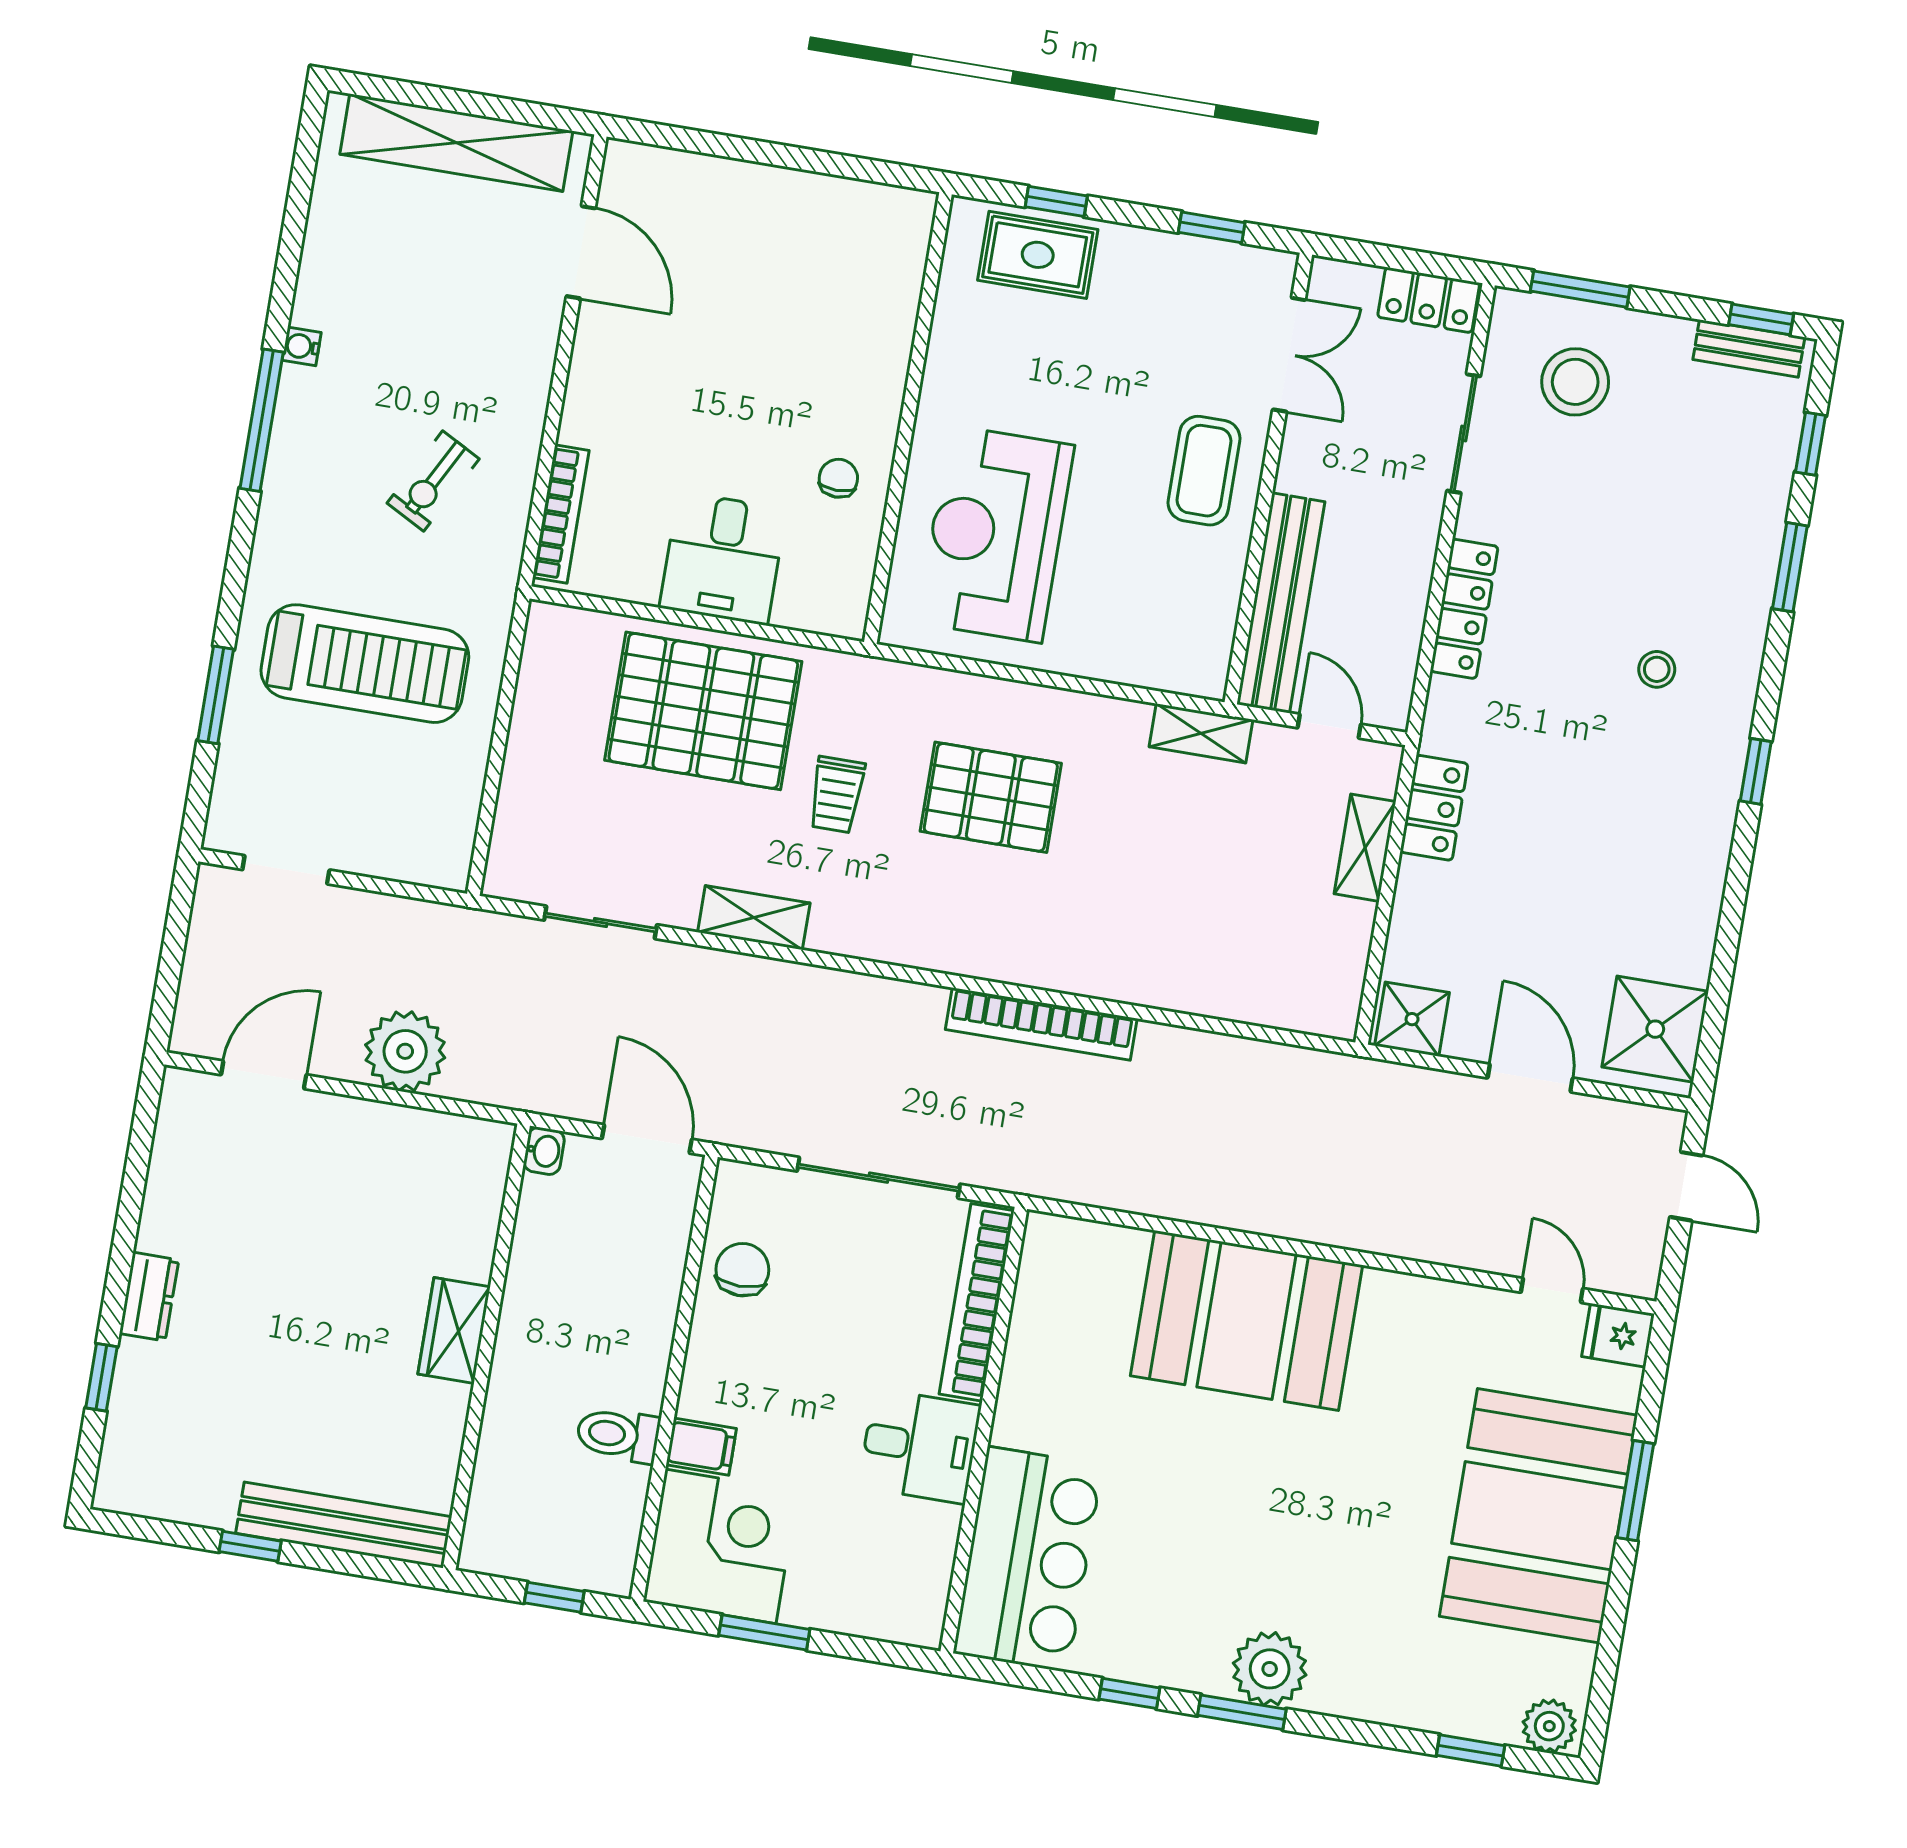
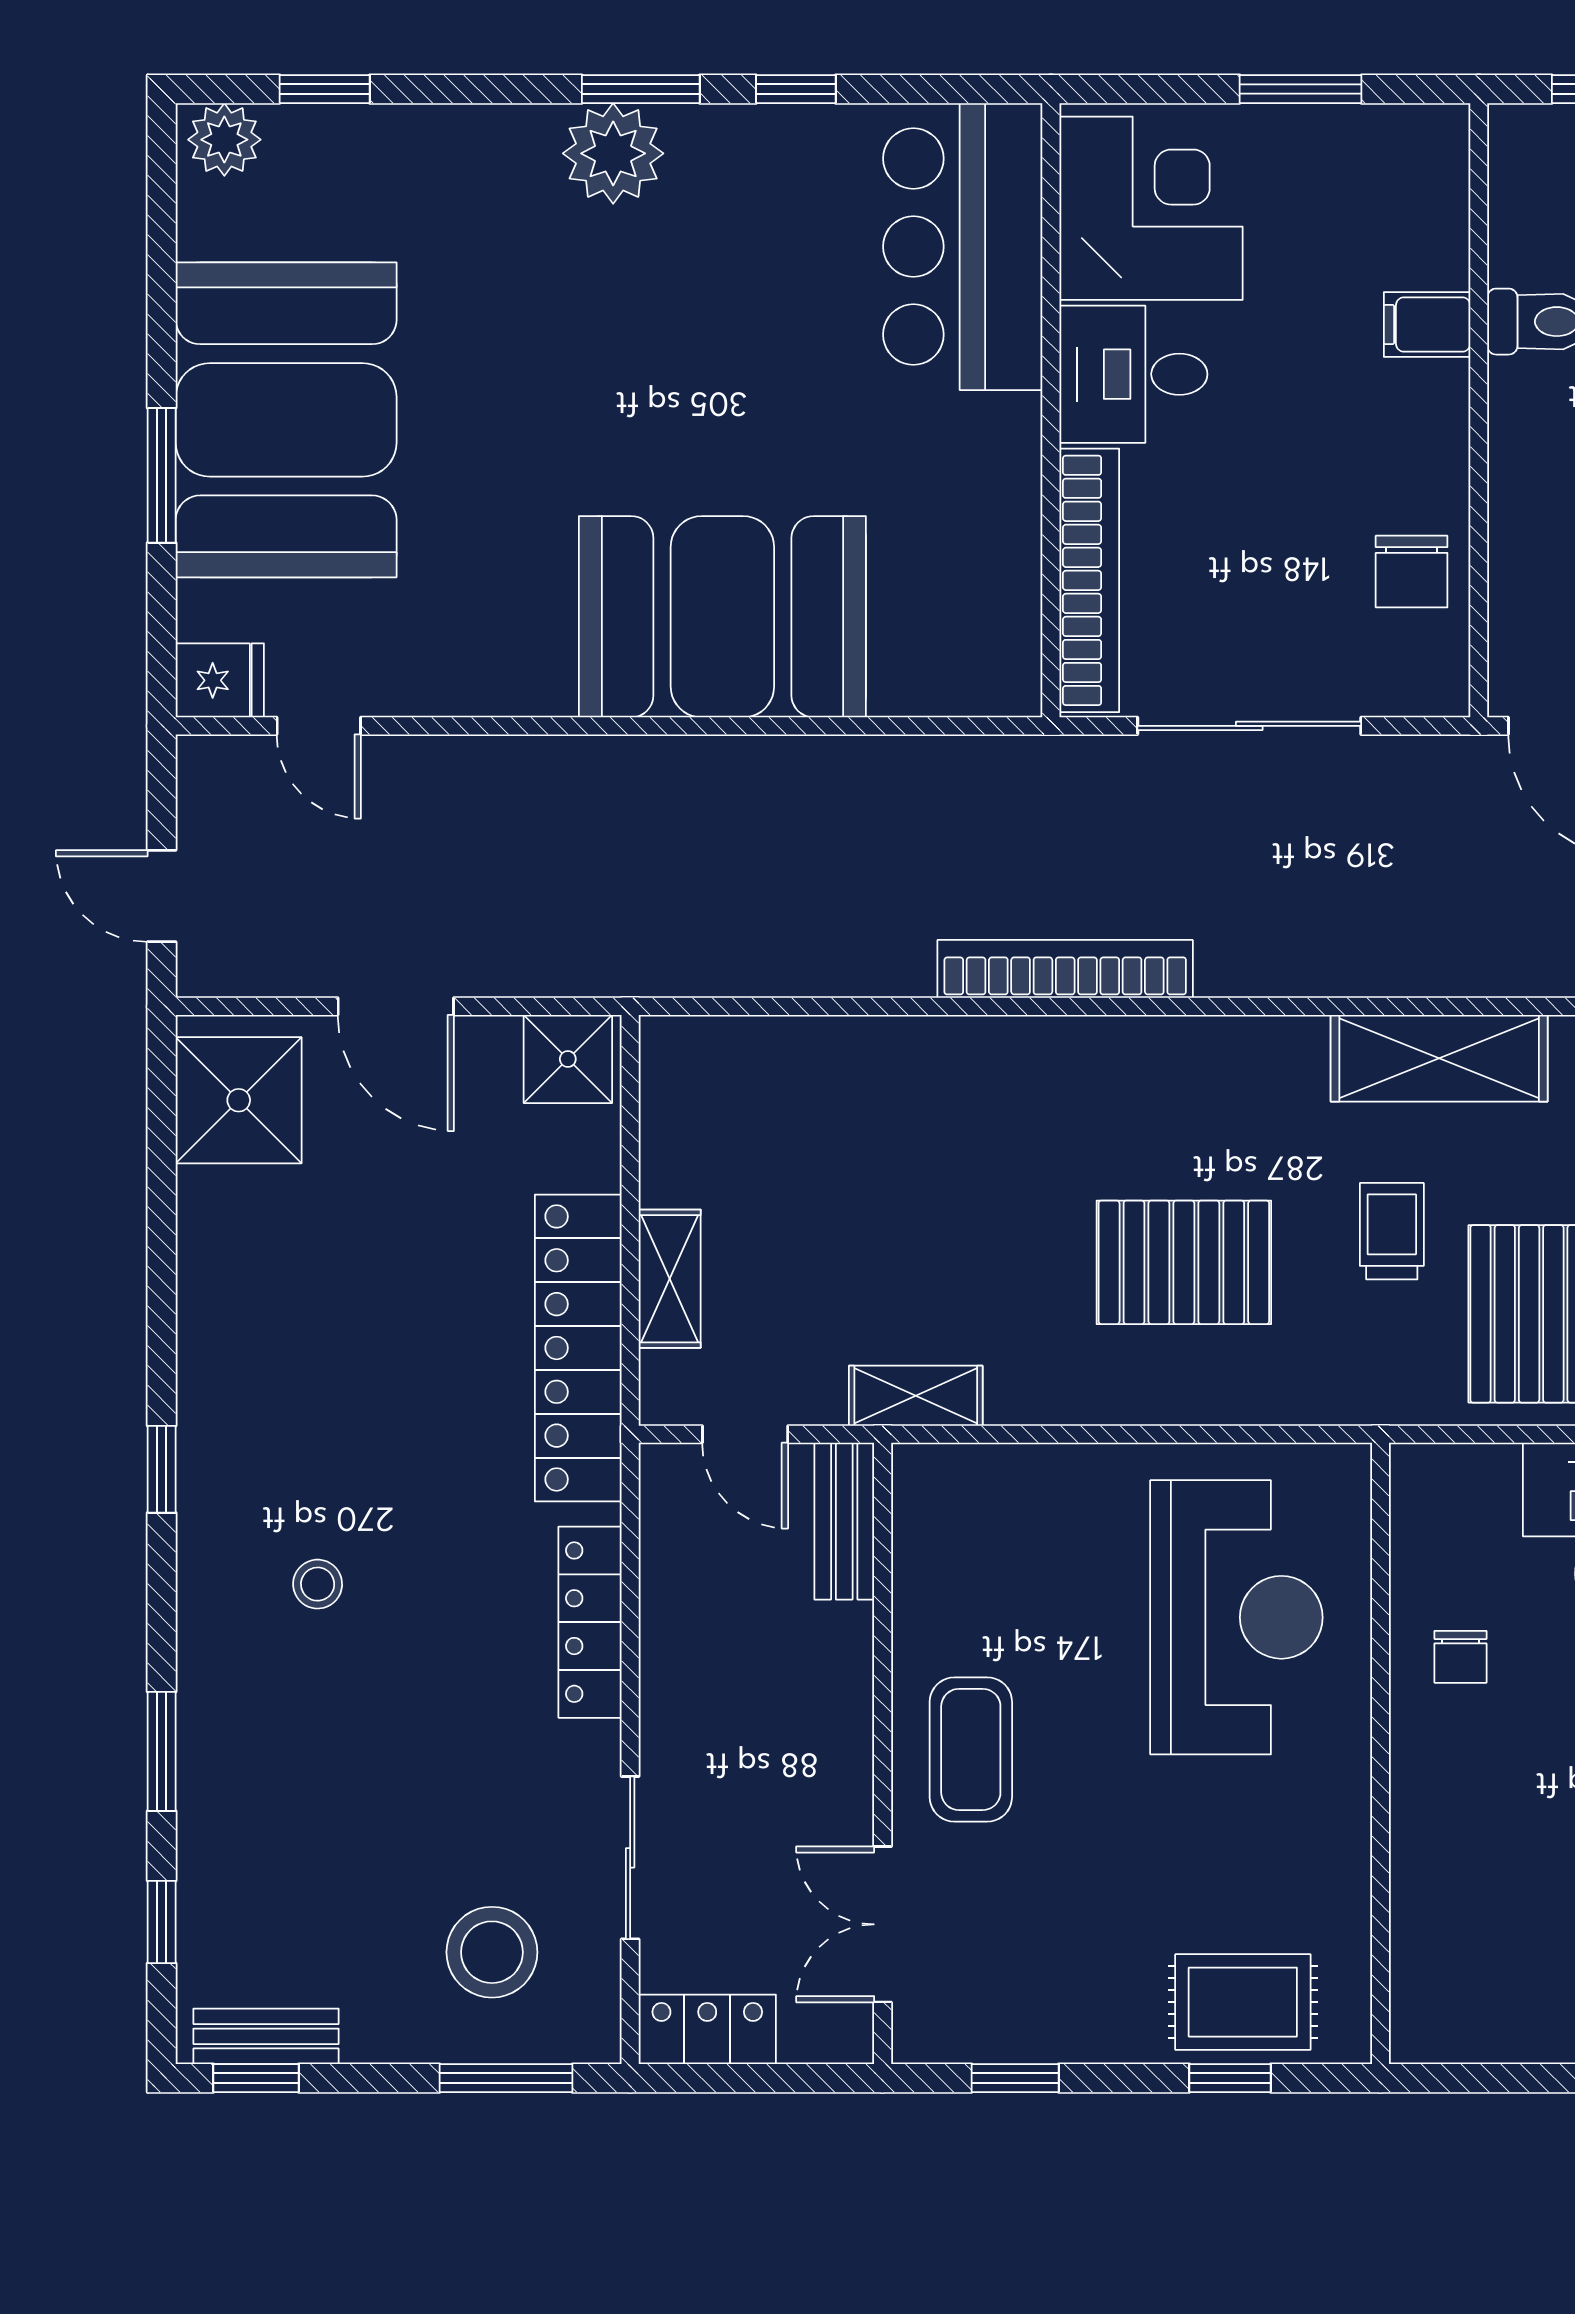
bench: (1281, 603) -> (844, 1521), width x0.54, depth x0.82
locker: (1434, 808) -> (578, 1348), width x2.16, depth x1.21
shelving: (754, 918) -> (1439, 1058), width x1.50, depth x1.33
corner desk: (721, 1546) -> (1151, 208), moved, turned 180

